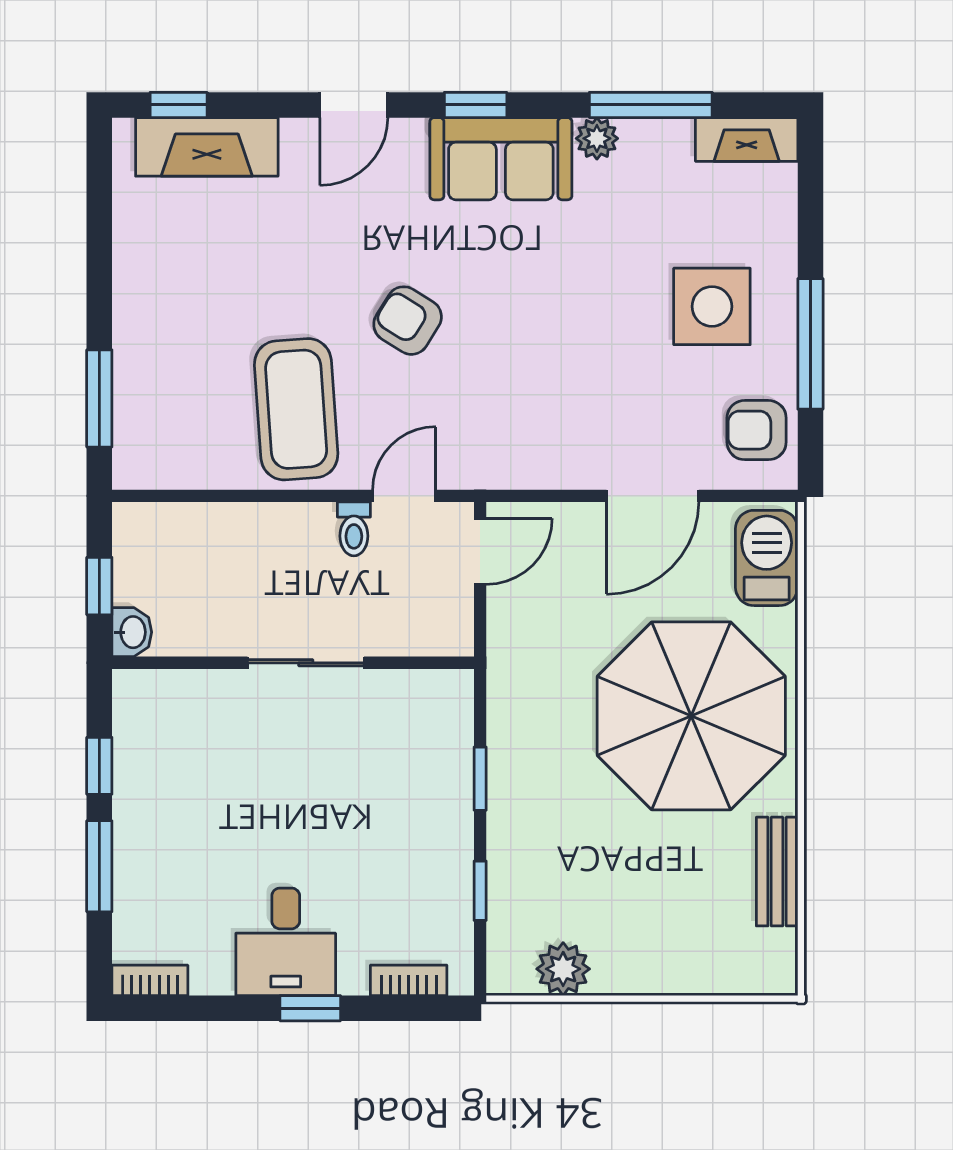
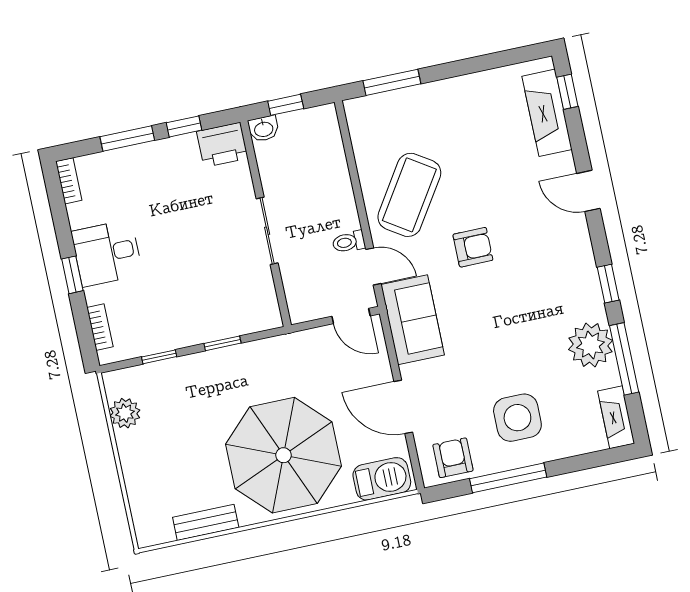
window: (476, 105) -> (608, 284), moved
plant: (597, 138) -> (591, 345), width x1.88, depth x1.88
sofa: (501, 159) -> (413, 320), moved, turned 180
armchair: (408, 321) -> (473, 247), turned 58
coffee table: (296, 409) -> (409, 195), turned -53
printer: (144, 708) -> (222, 145), added

